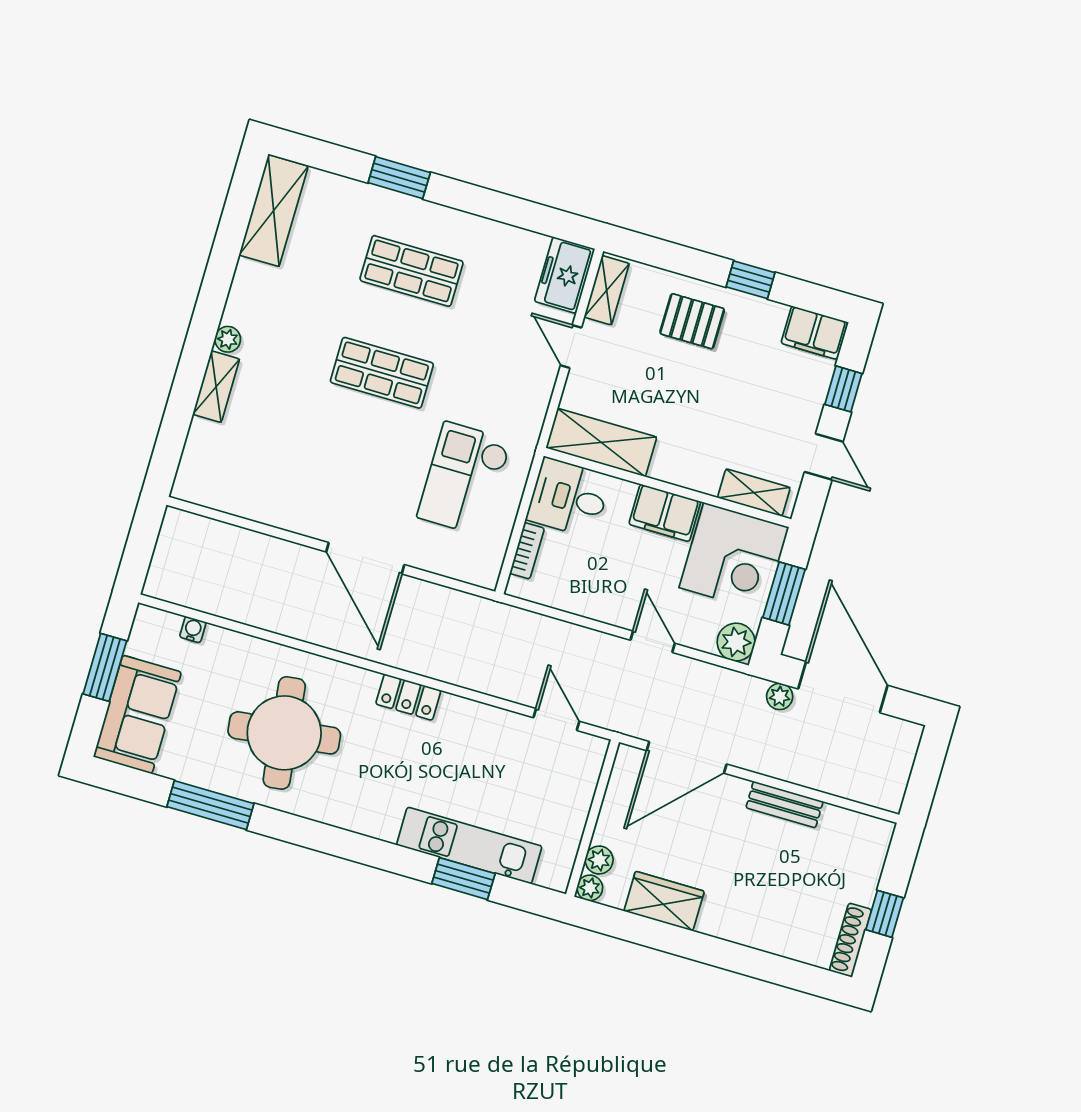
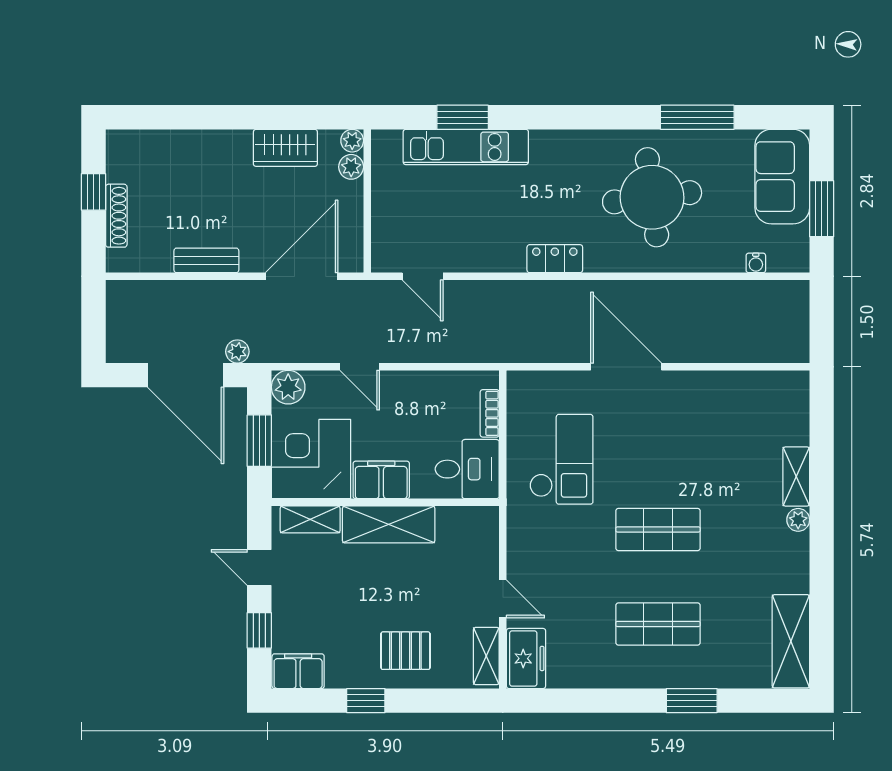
shelving: (601, 442) -> (389, 524), moved
shoe rack: (850, 940) -> (116, 216), moved

